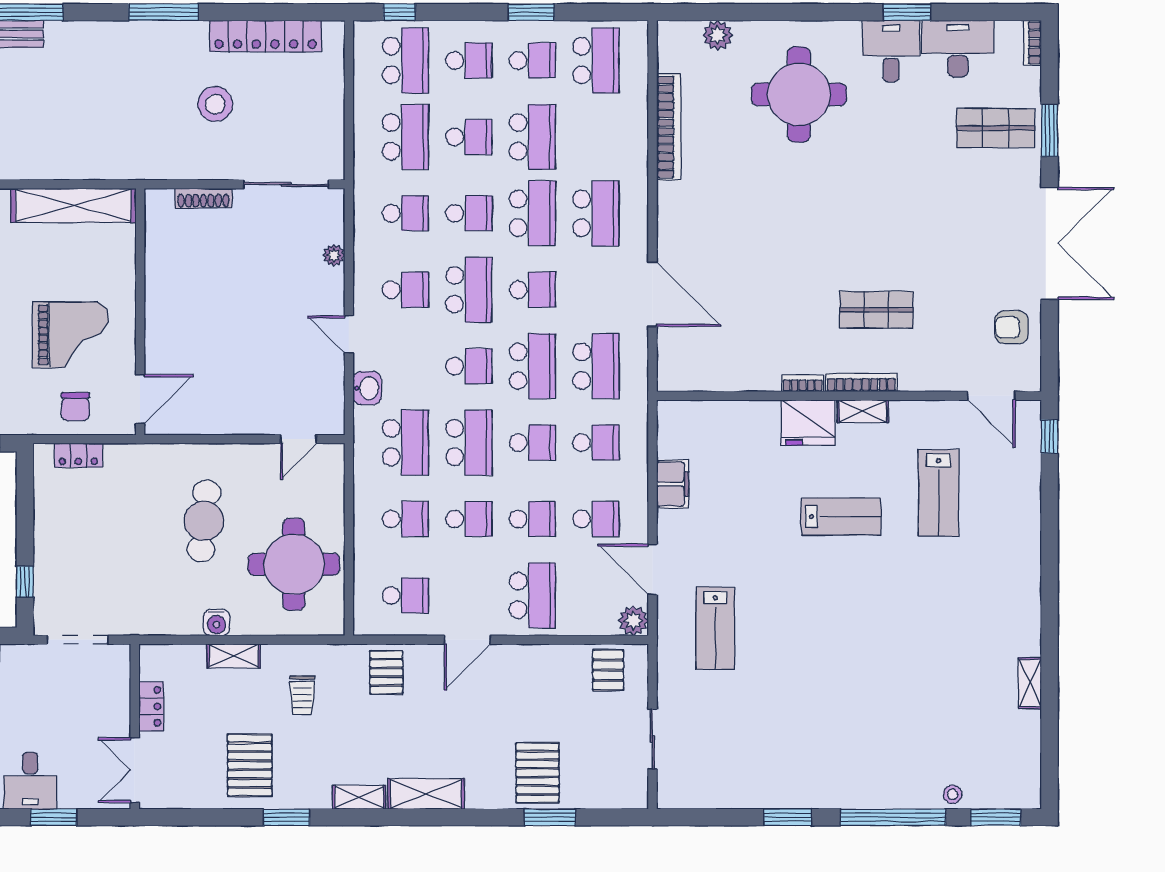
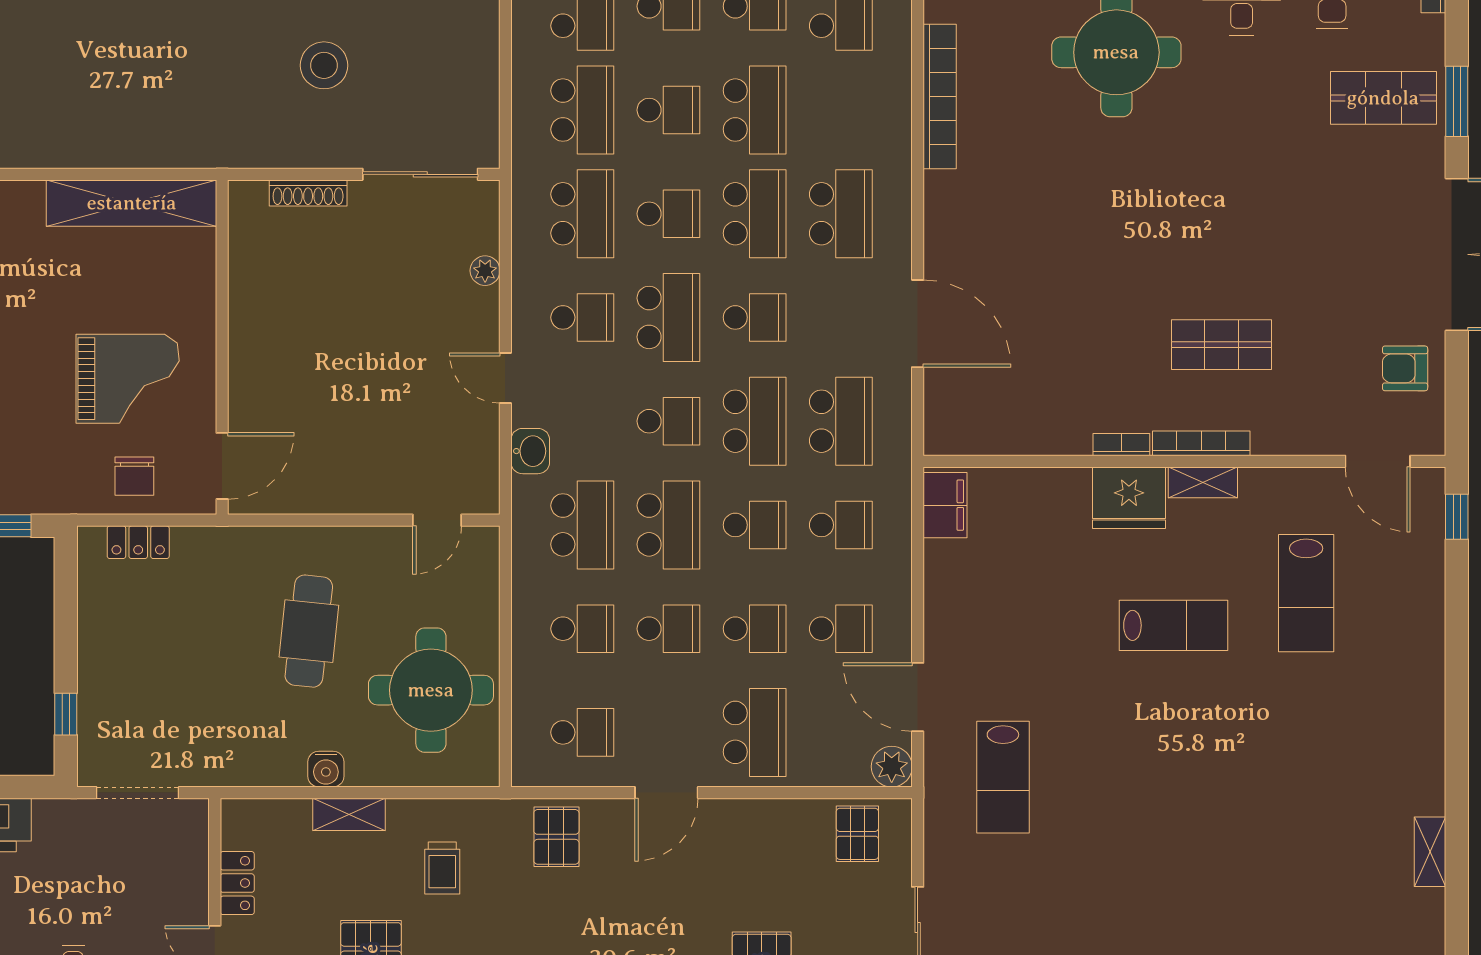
school desk: (405, 213) -> (582, 214), width x1.85
filing cabinet: (673, 484) -> (945, 505), moved

